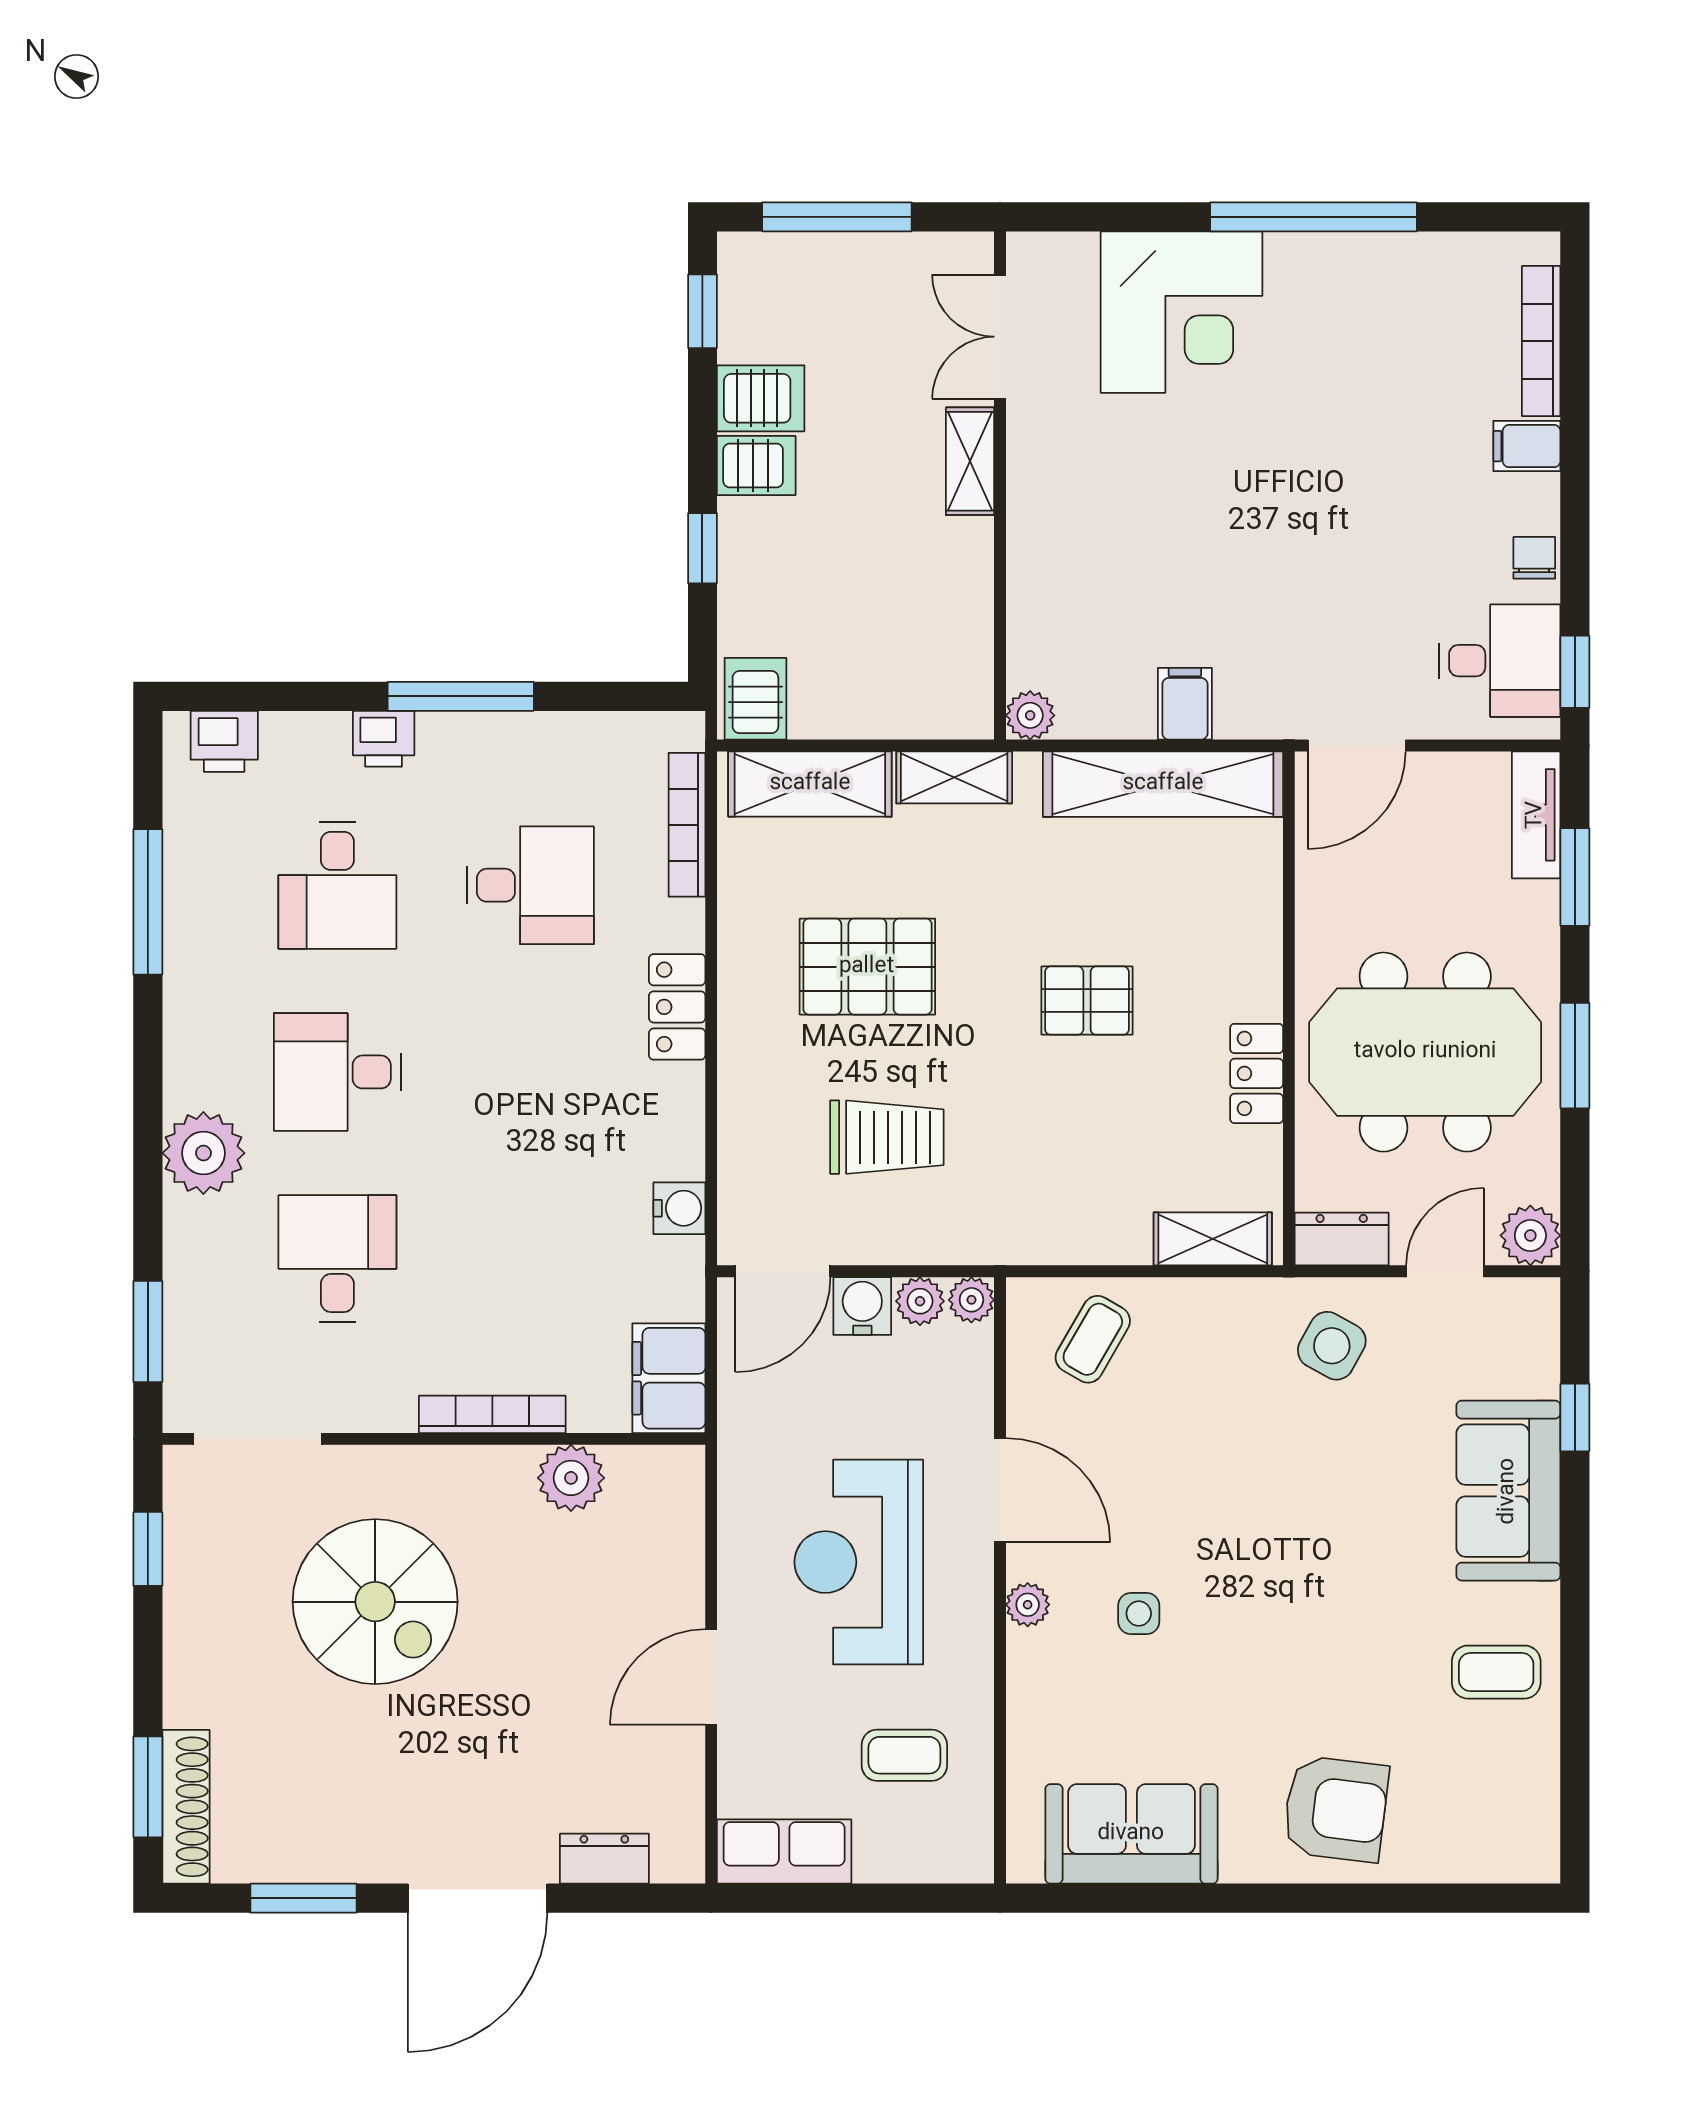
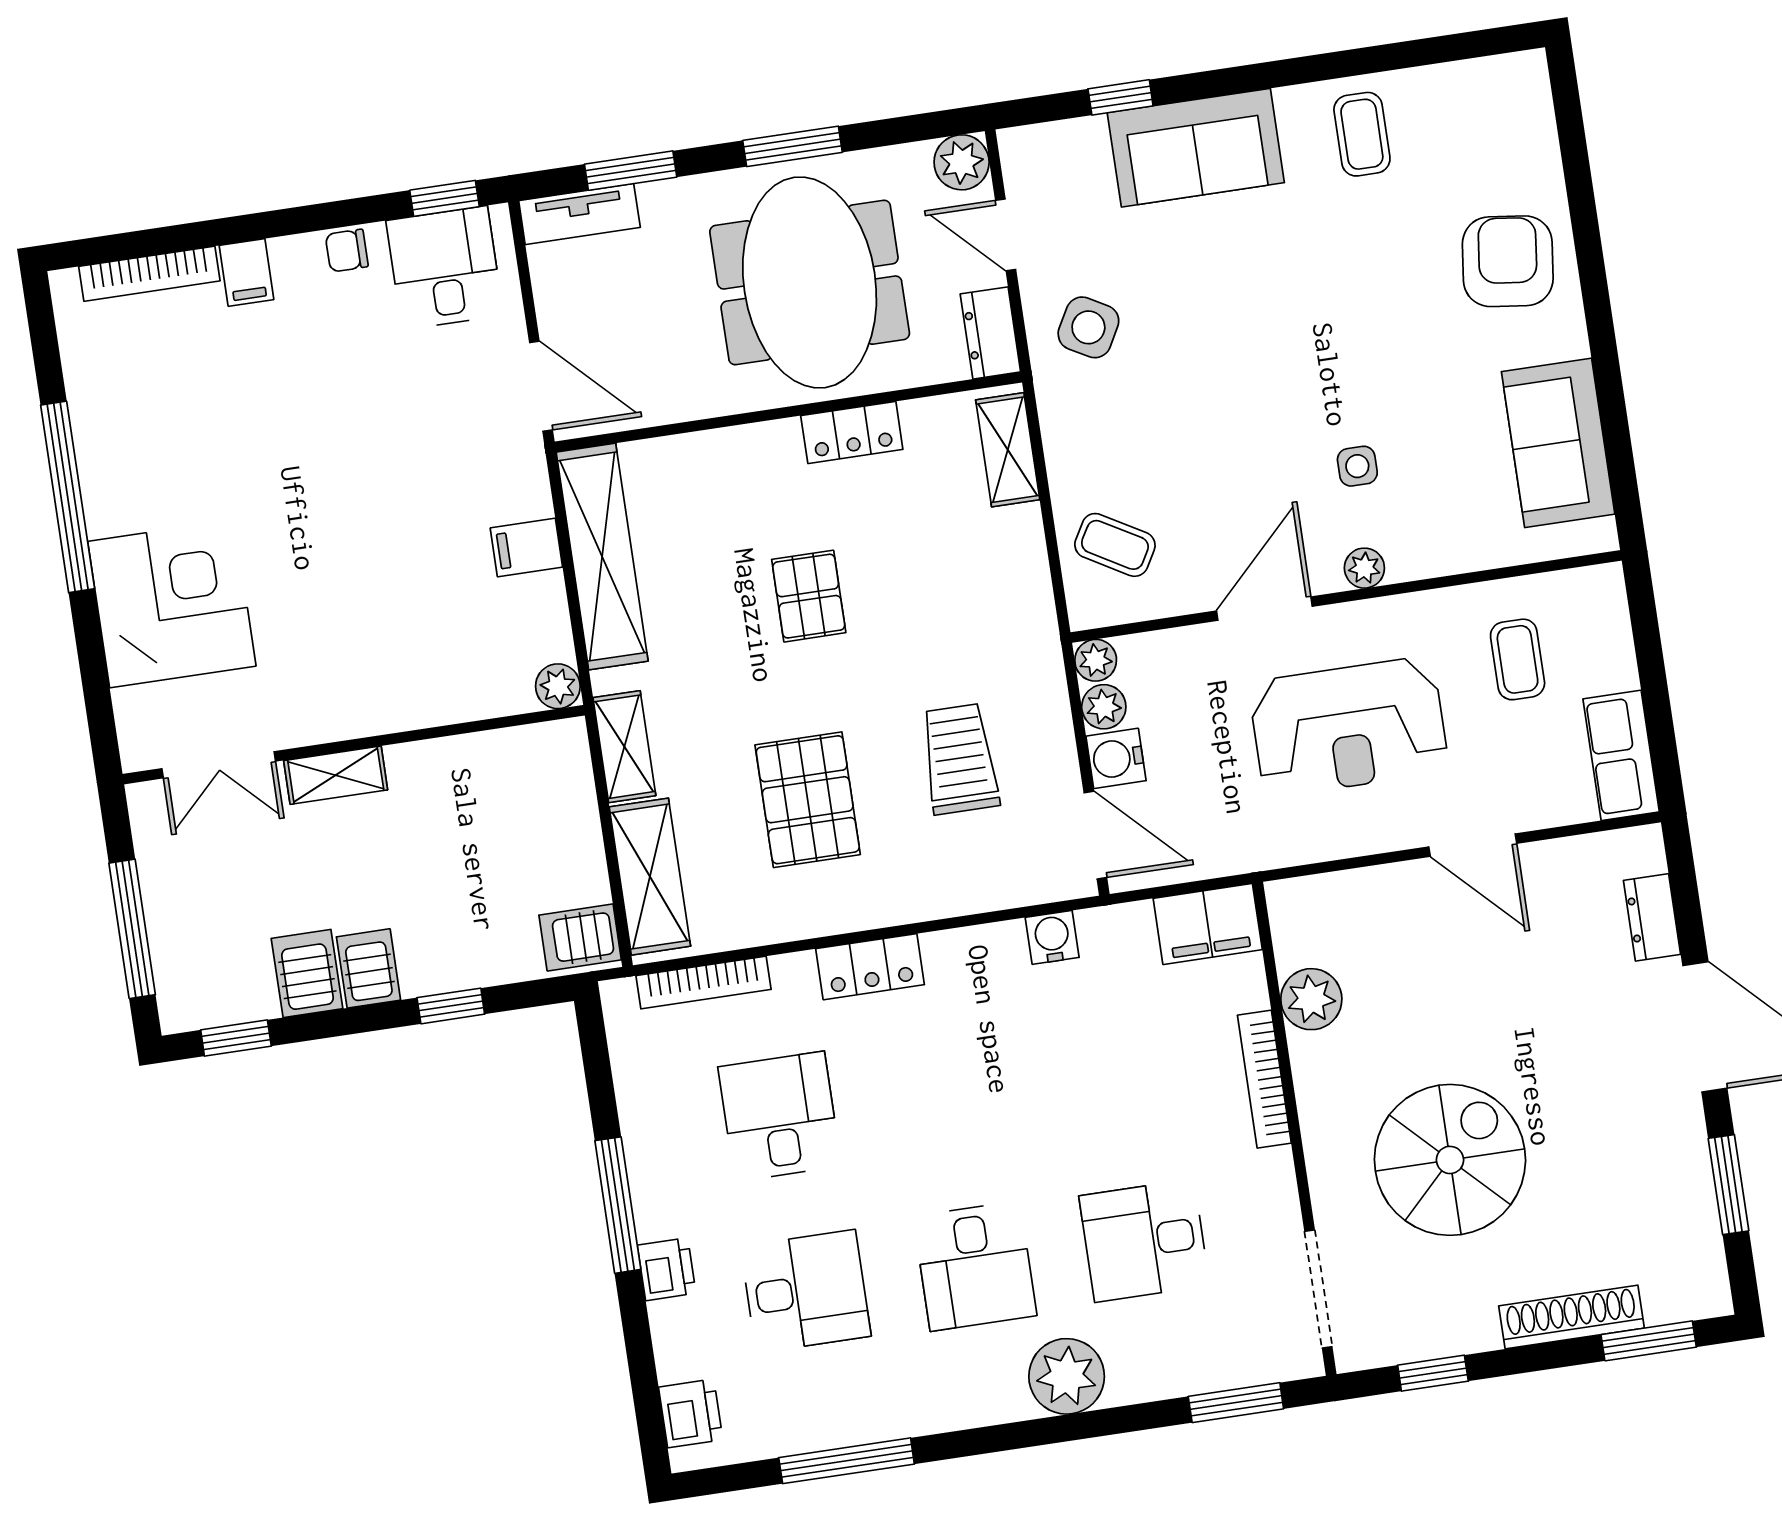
shoe rack: (186, 1807) -> (1571, 1317), moved

